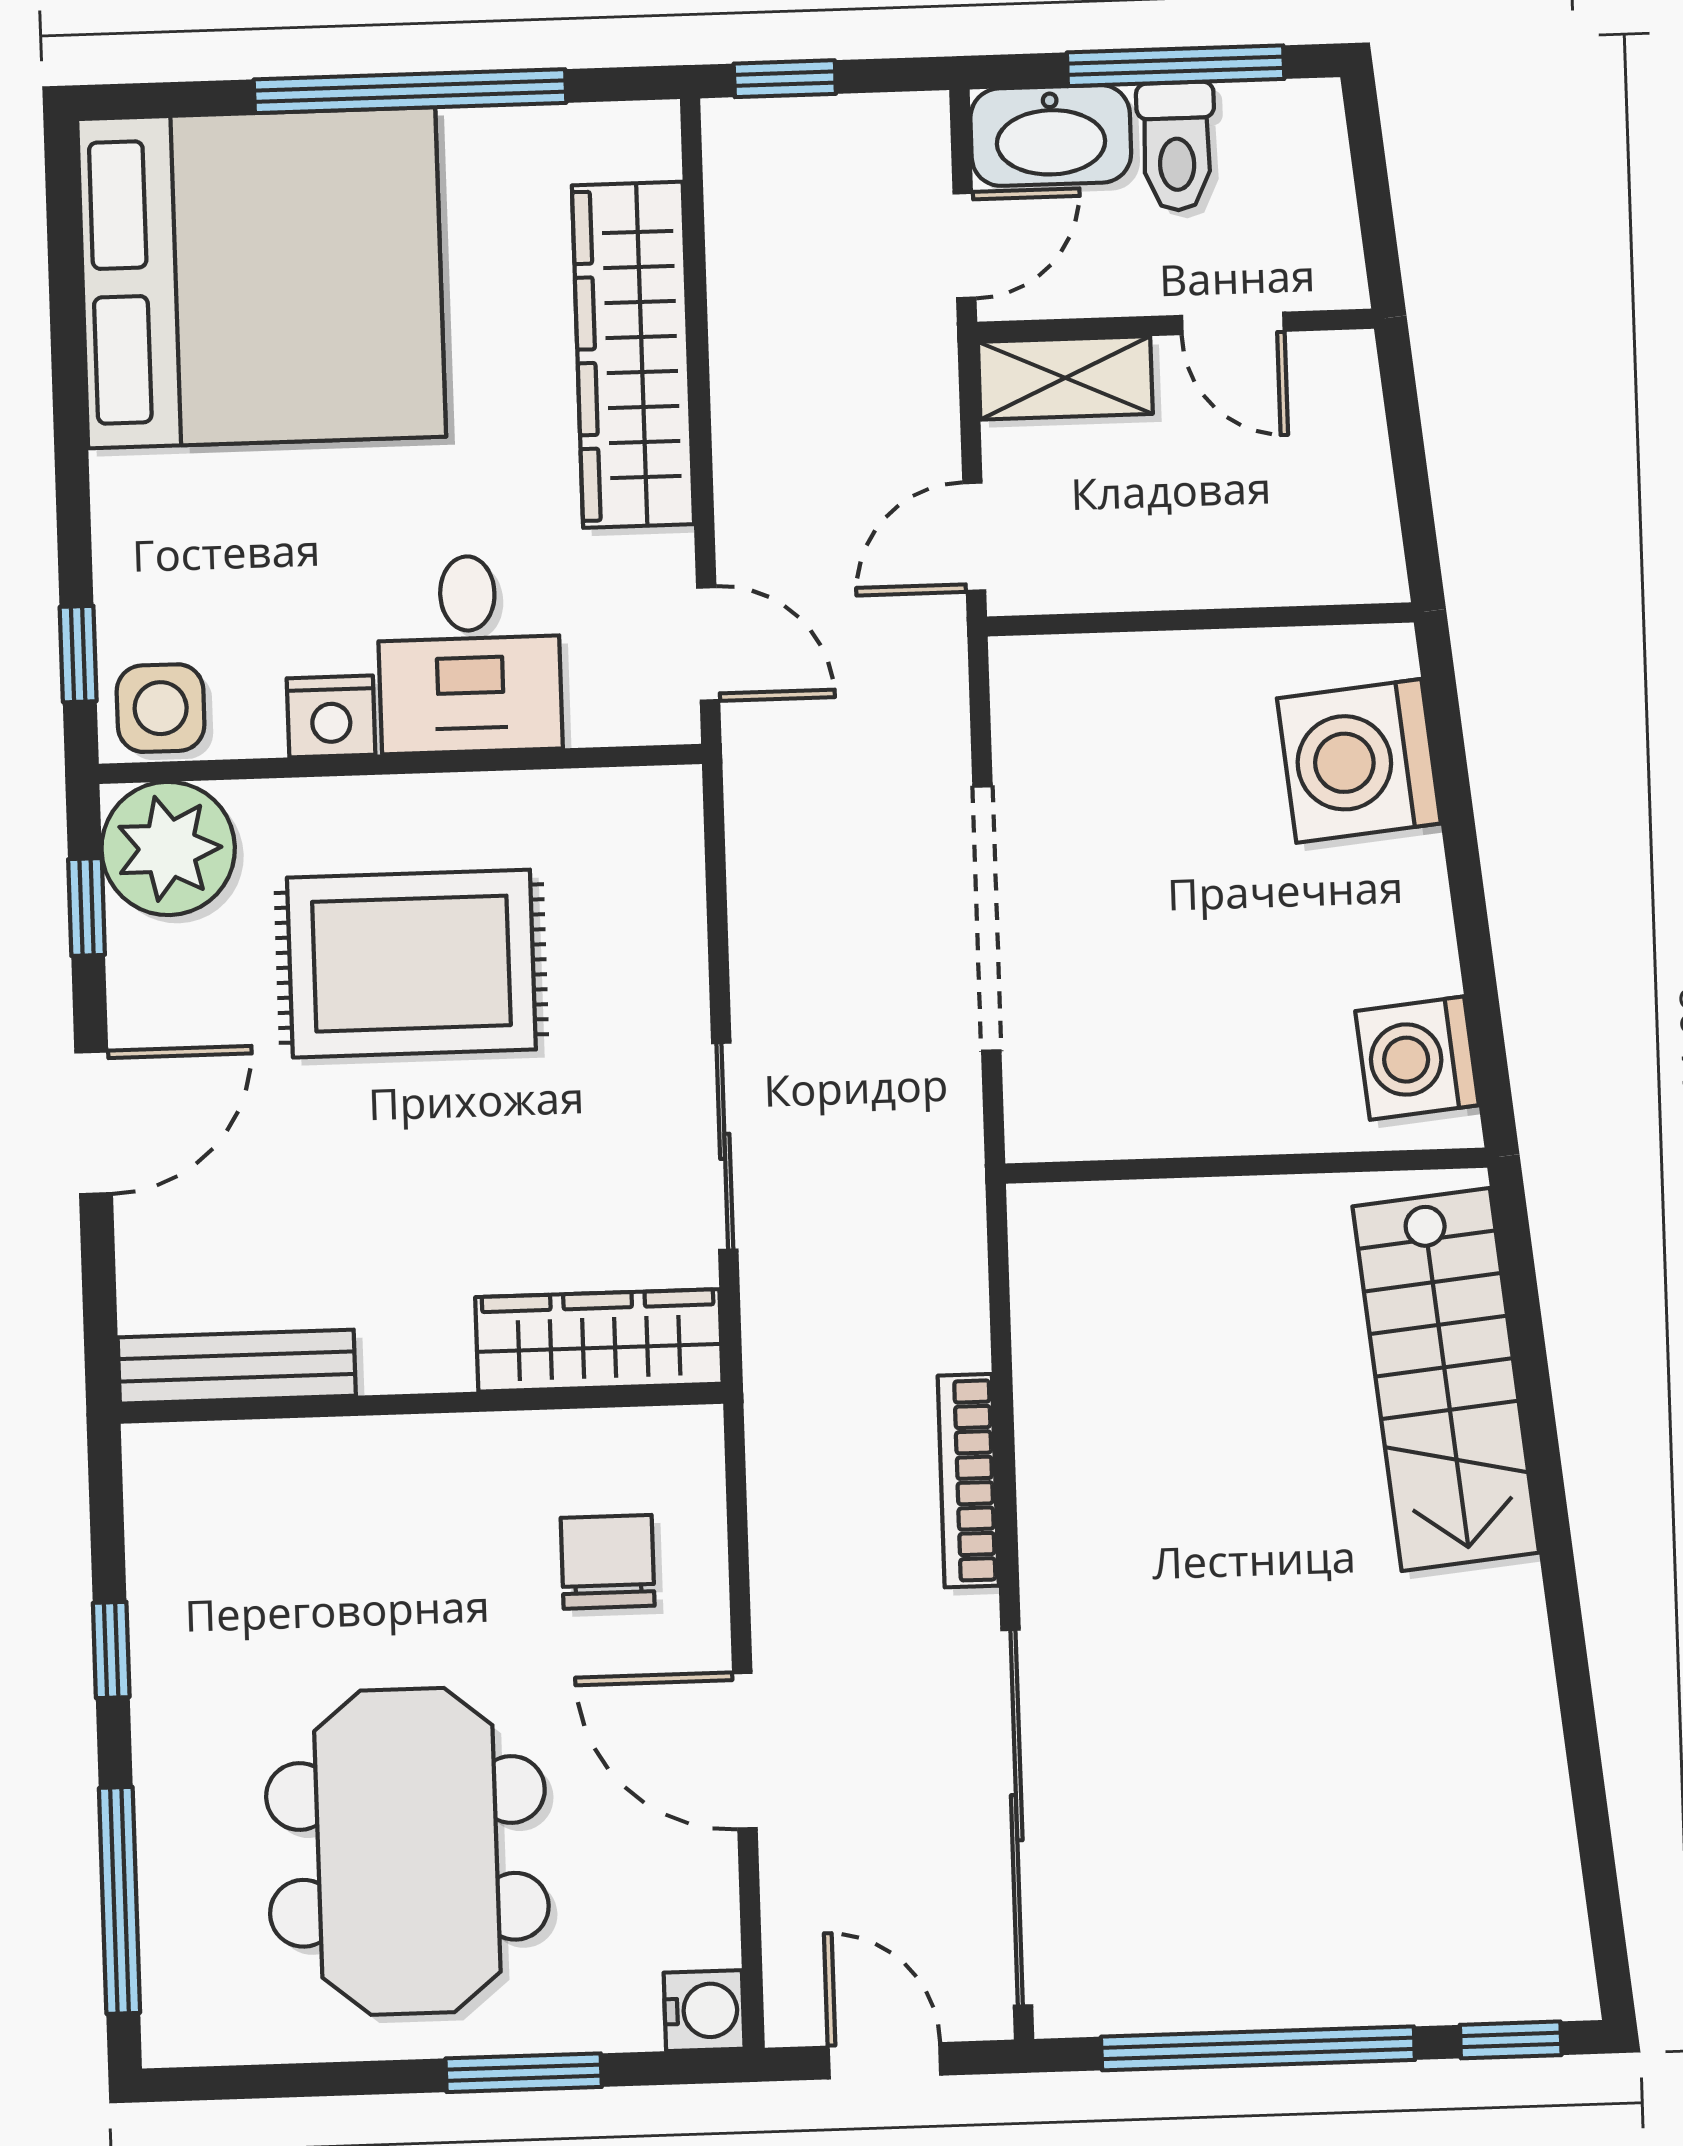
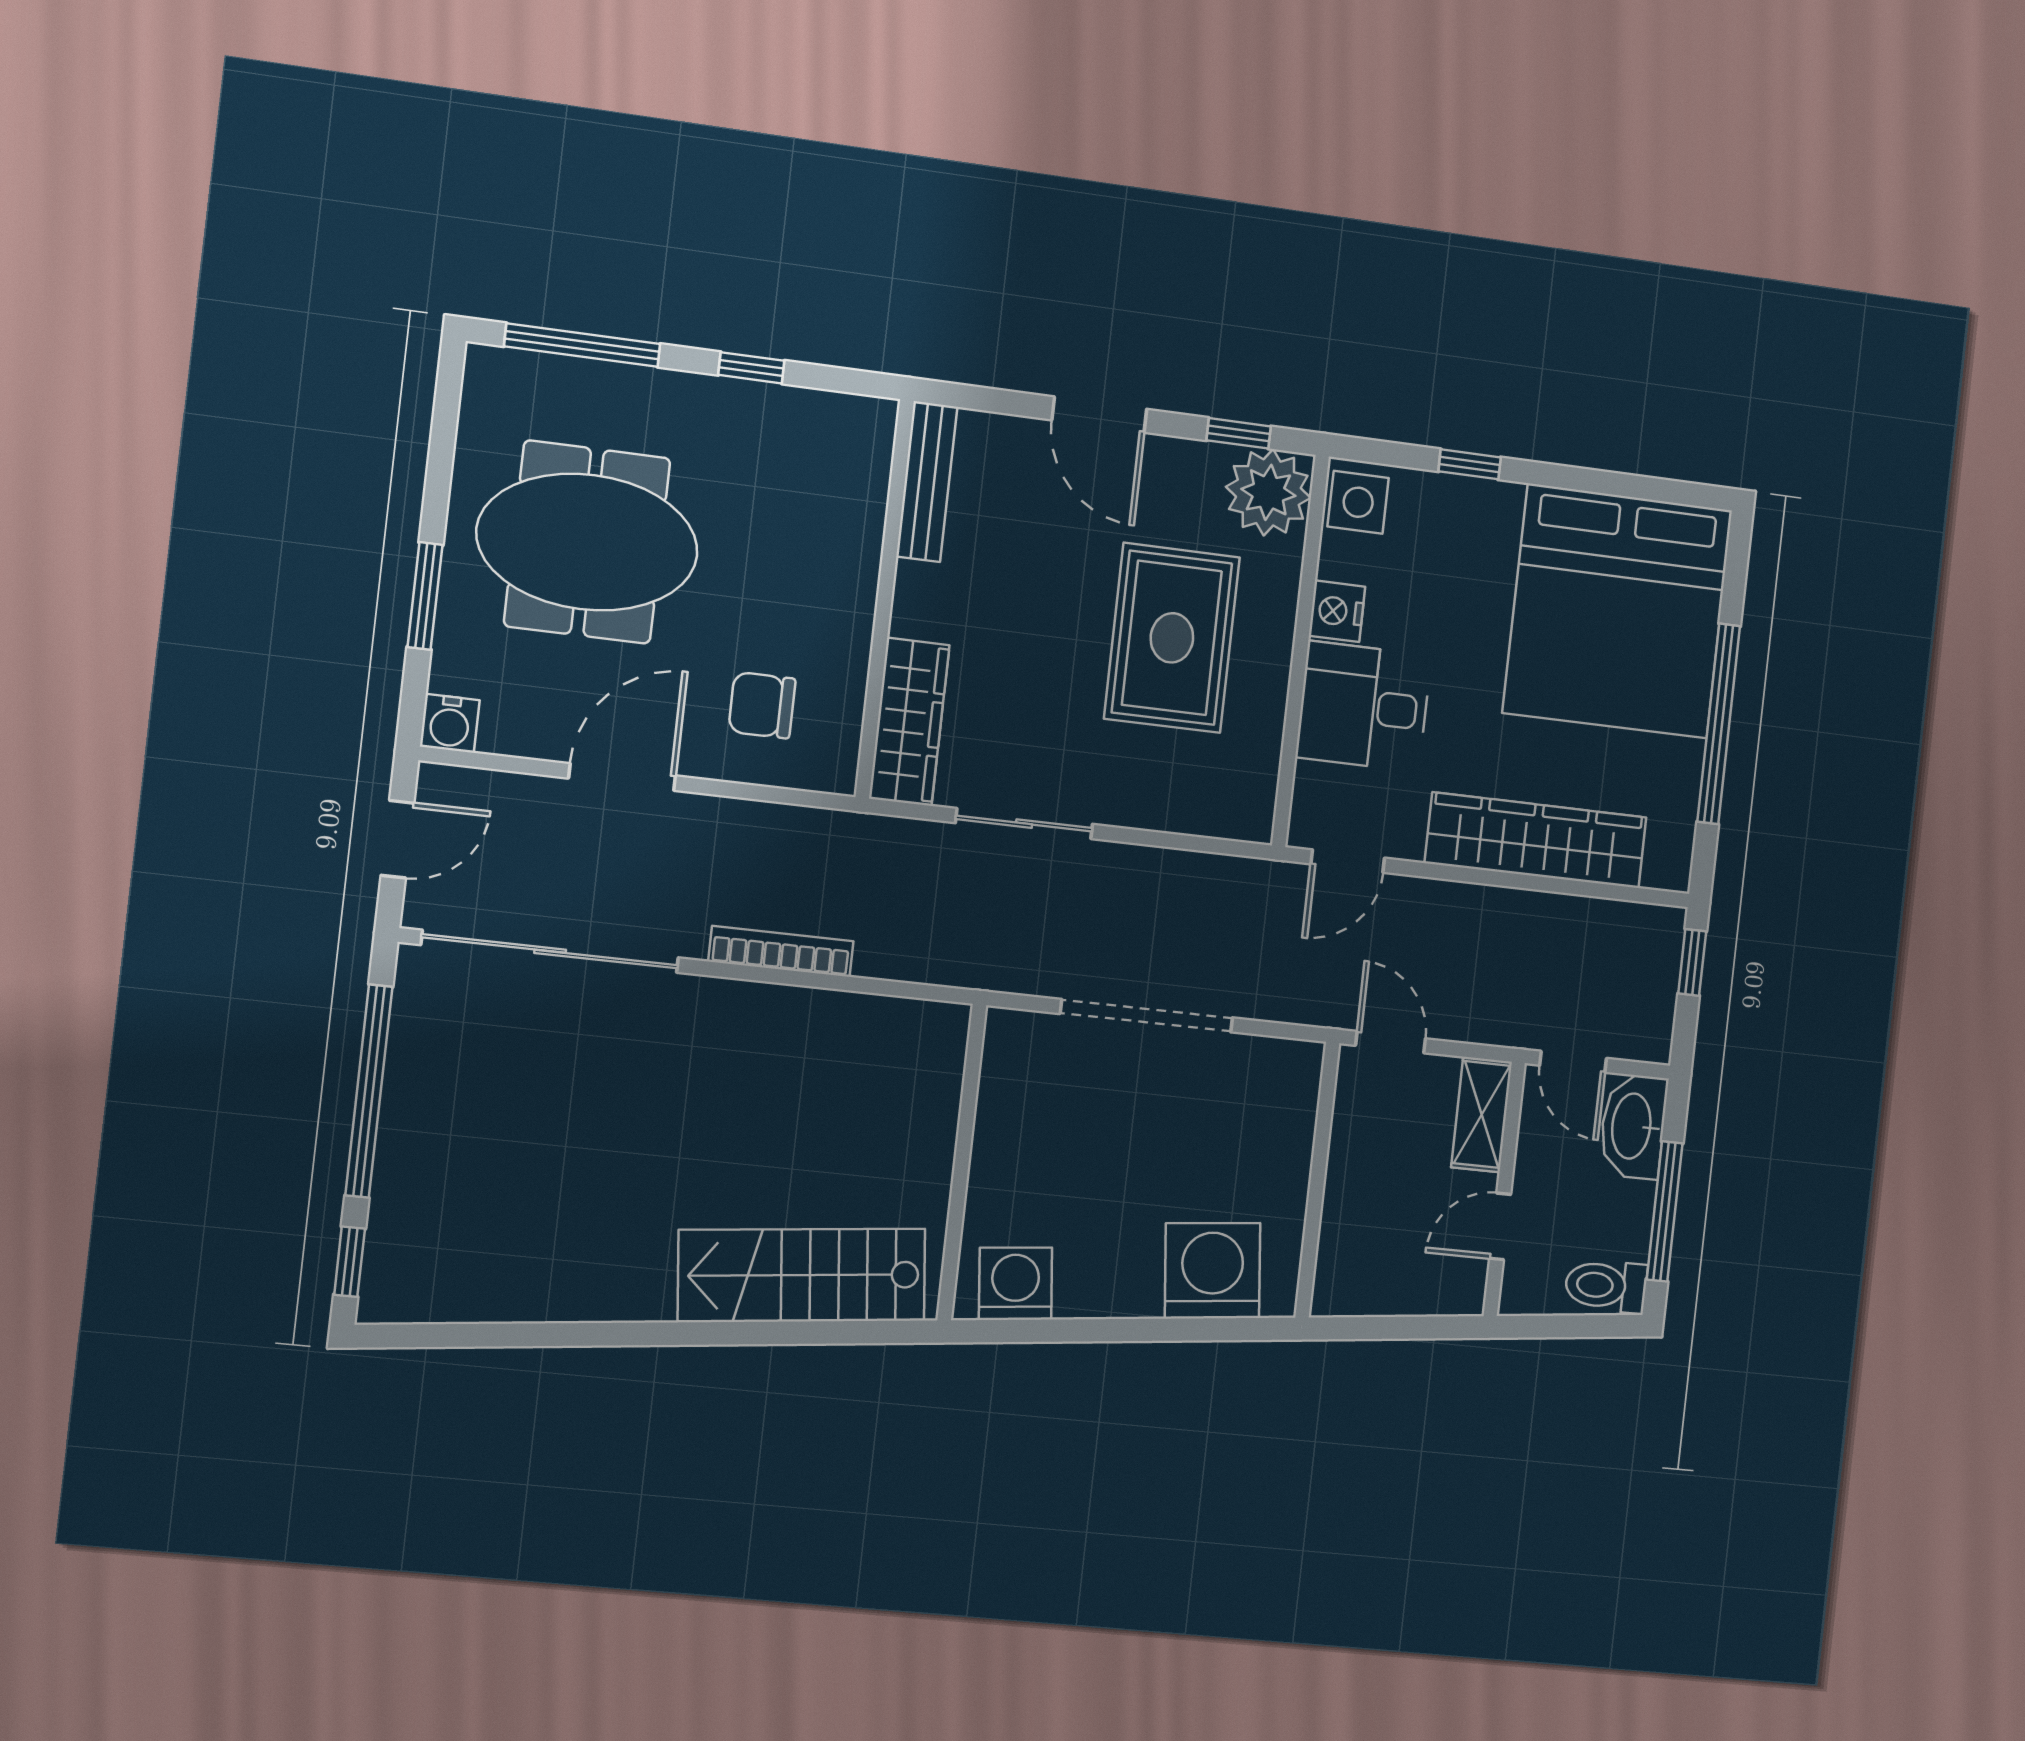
toilet: (1176, 146) -> (1606, 1286), moved
window: (78, 654) -> (1470, 464), moved
chair: (608, 1562) -> (762, 705), turned 180

